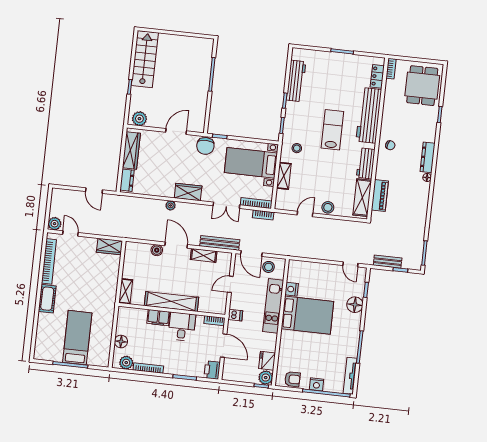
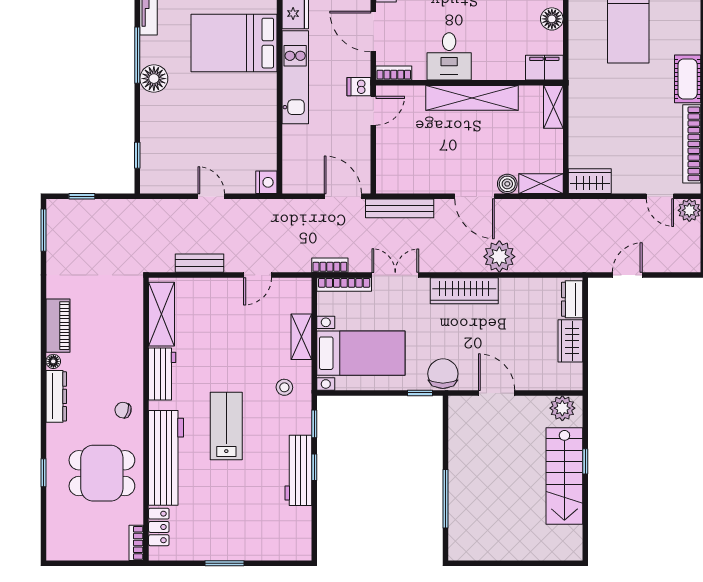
stairs: (145, 59) -> (564, 476), moved
workbench: (296, 81) -> (298, 470), moved
dining table: (422, 86) -> (102, 473), moved, turned 90
lab bench: (332, 130) -> (226, 426), turned 180
door: (176, 132) -> (497, 393), swing flipped
wardrobe: (131, 151) -> (570, 341), width x0.67
door: (94, 191) -> (627, 275), hinge flipped
wardrobe: (188, 192) -> (464, 291), width x1.50
piano: (380, 195) -> (58, 326), moved, turned 180
plant: (171, 205) -> (499, 257), width x1.88, depth x1.88
stool: (328, 207) -> (219, 291), removed
shelving: (204, 255) -> (541, 184), moved
bench: (388, 262) -> (199, 263), moved
door: (350, 264) -> (211, 196), moved
stool: (269, 267) -> (311, 176), removed
door: (230, 284) -> (373, 111), moved
nightstand: (292, 289) -> (266, 182), moved
floor lamp: (355, 305) -> (154, 79), moved
kitchen unit: (273, 306) -> (295, 77), moved
bed: (307, 315) -> (234, 43), moved
filing cabinet: (158, 318) -> (544, 68), moved

